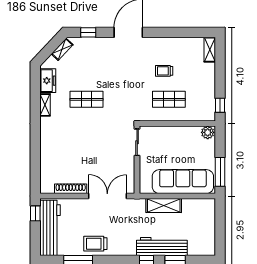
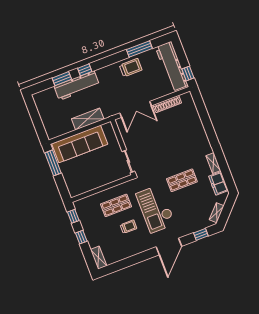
checkout: (127, 79) -> (156, 209), added
window: (220, 79) -> (81, 237), added
plant: (208, 132) -> (75, 191), removed

